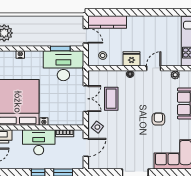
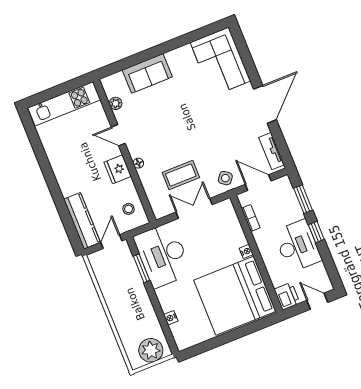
armchair: (158, 119) -> (183, 102), removed
desk: (39, 142) -> (298, 246), moved, turned 180
tv unit: (103, 164) -> (272, 151), added

